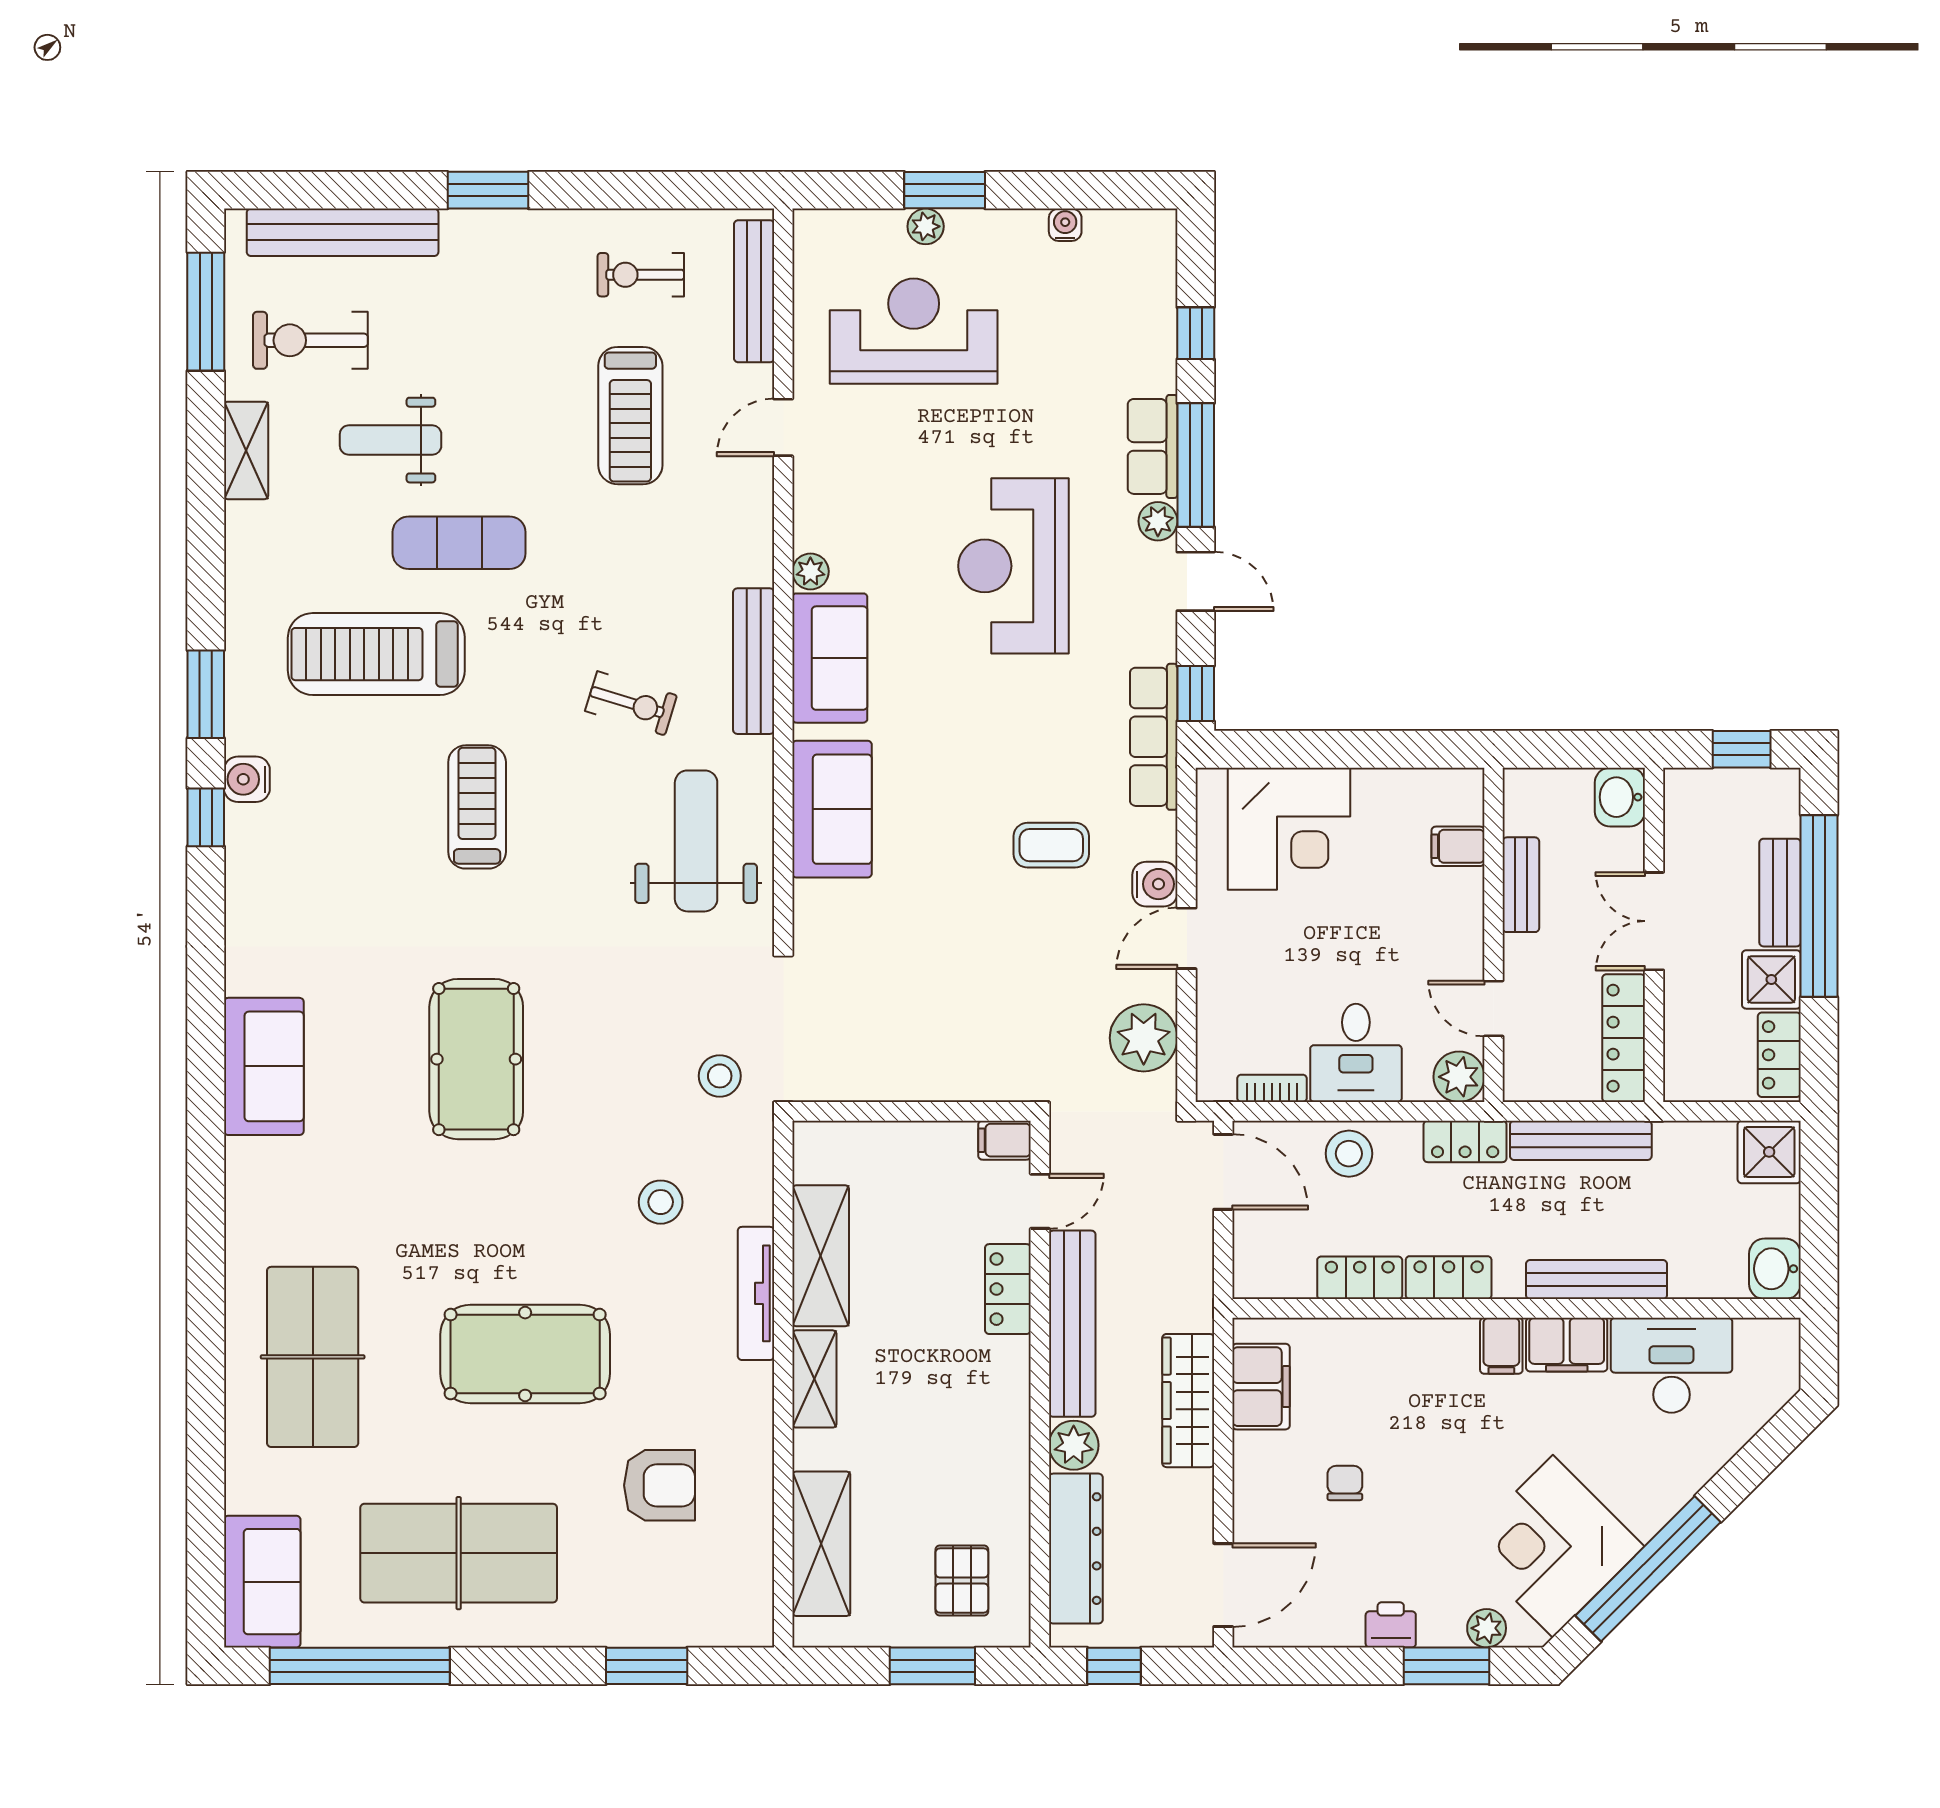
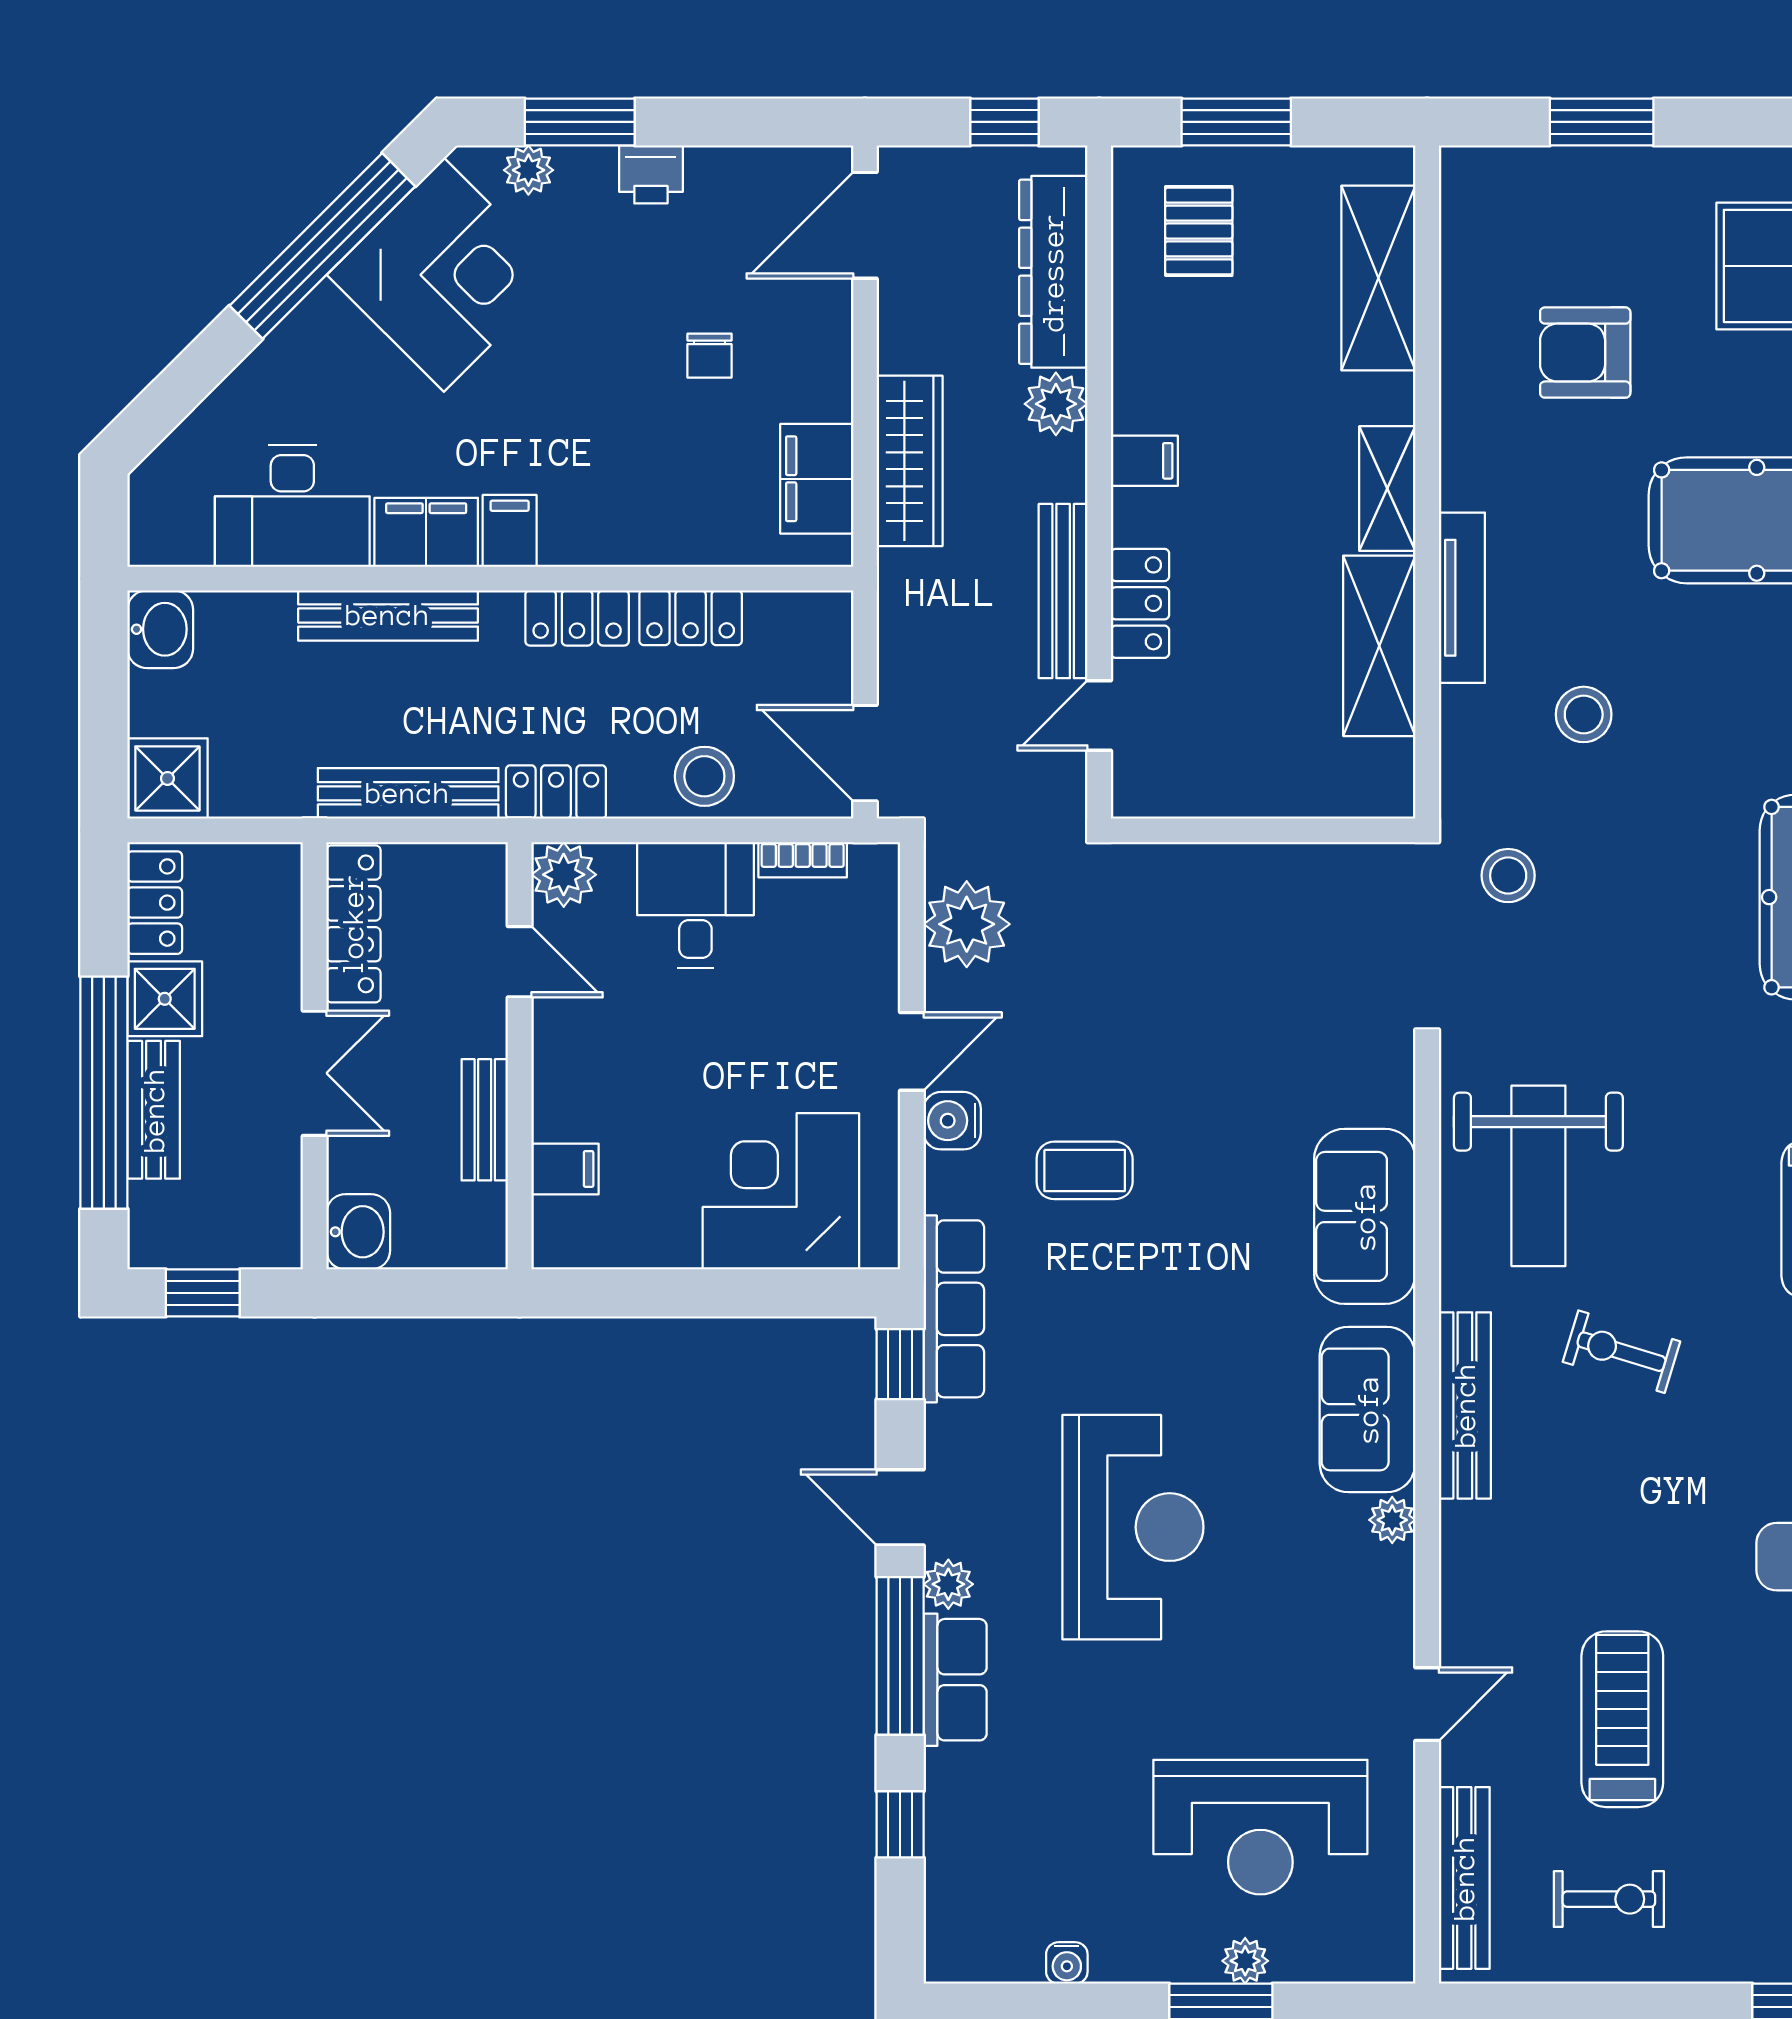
filing cabinet: (1005, 1140) -> (1144, 461), moved
bench: (1072, 1324) -> (1063, 591), width x0.73, depth x0.82

